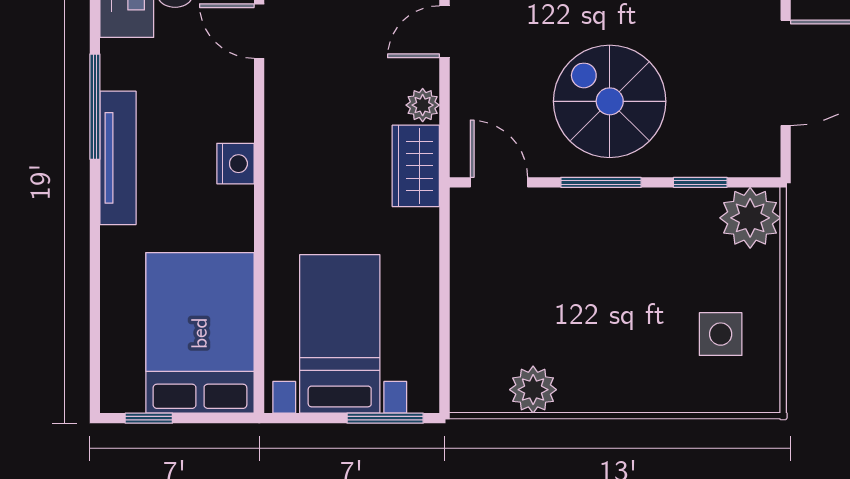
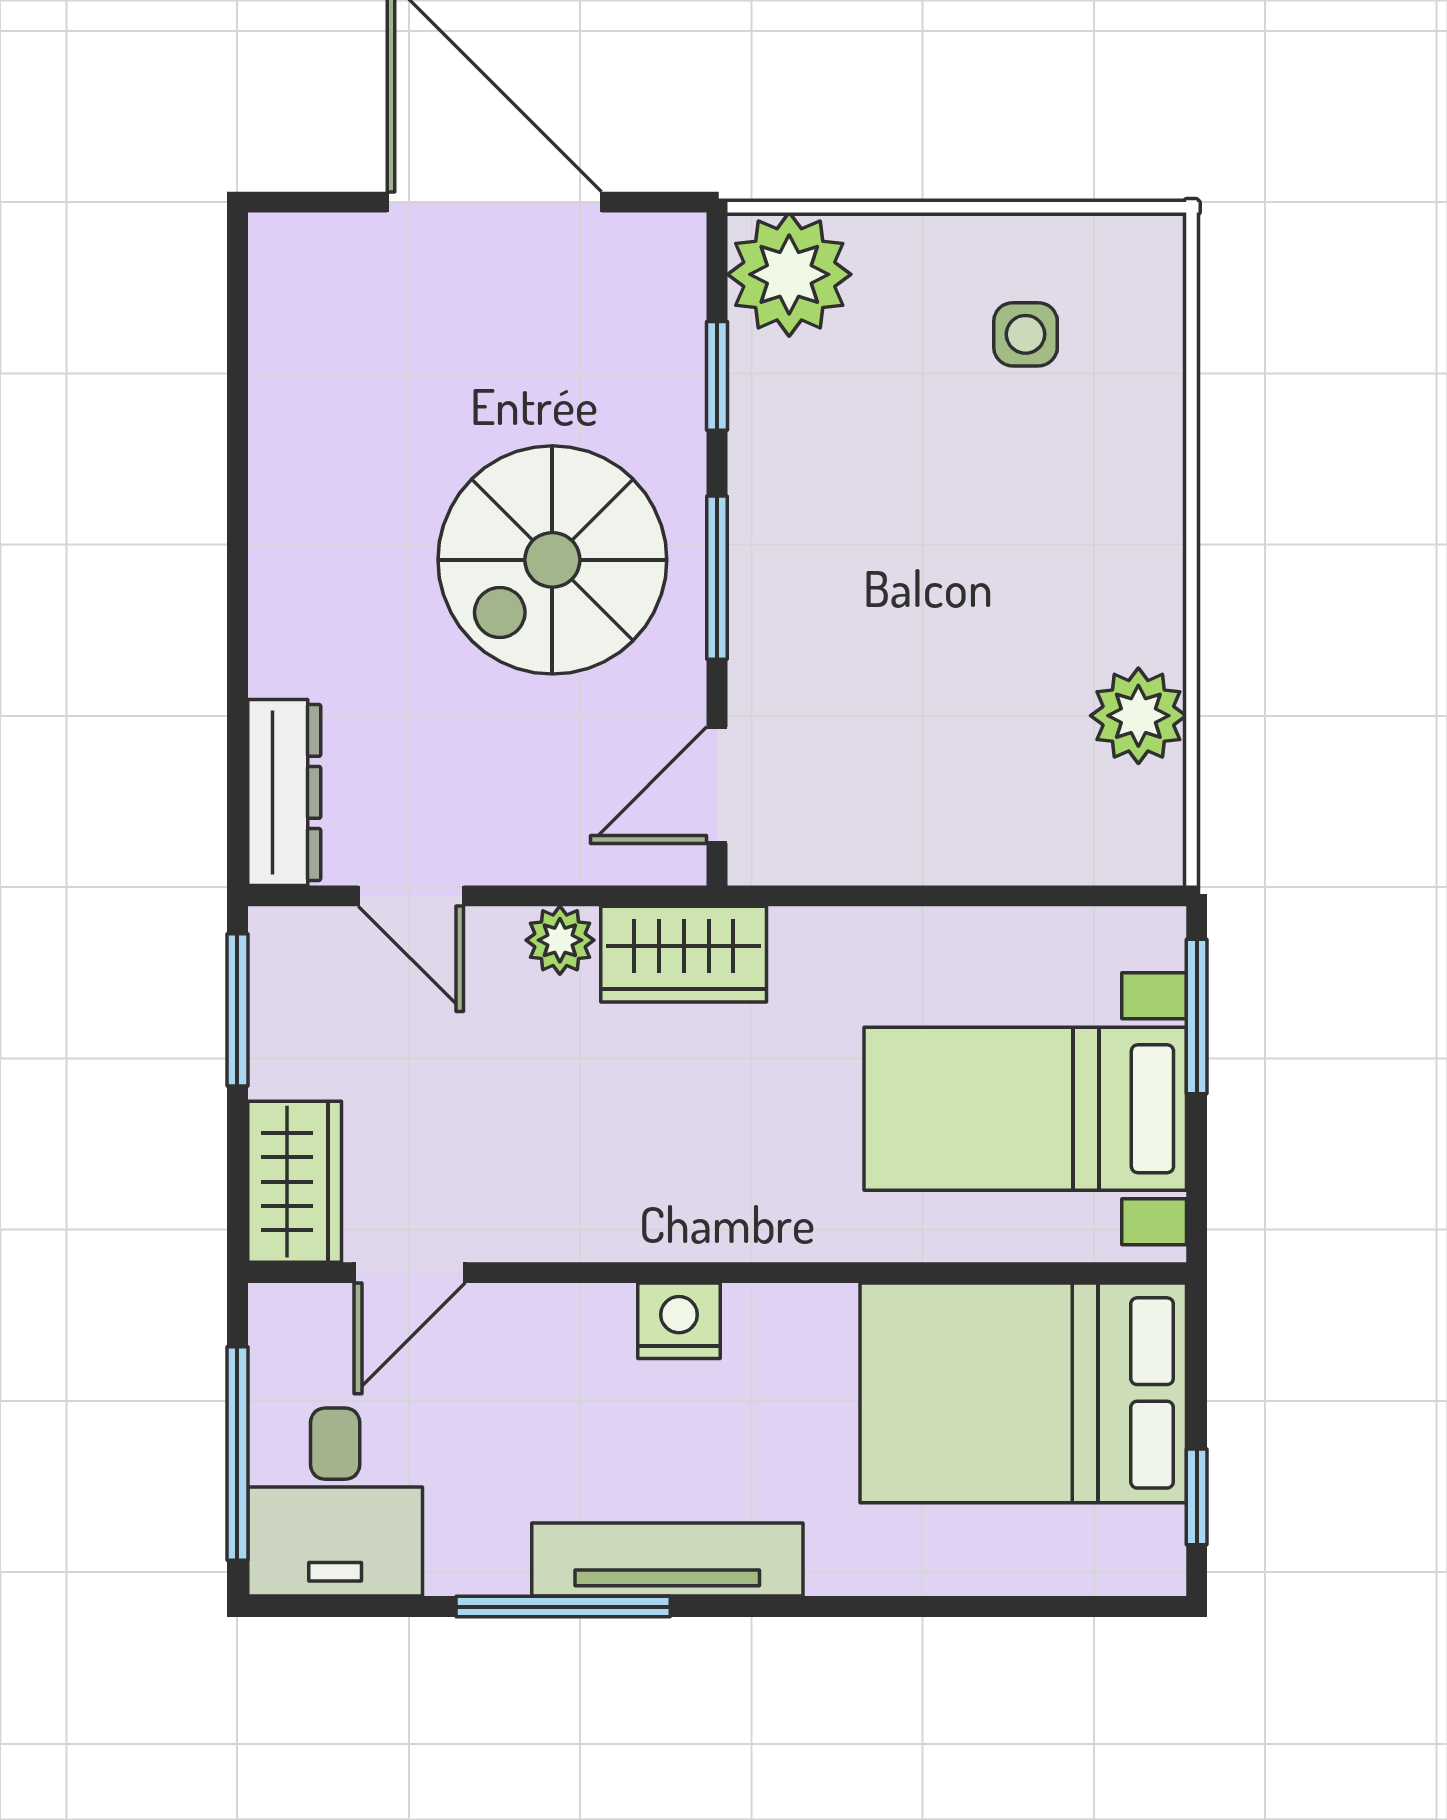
side table: (721, 334) -> (1026, 334), width x0.73, depth x0.73

